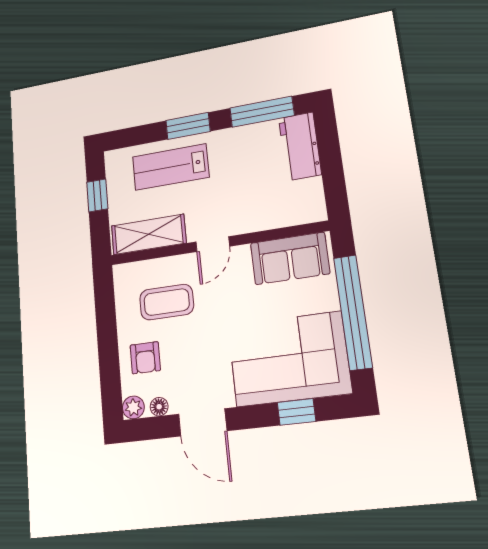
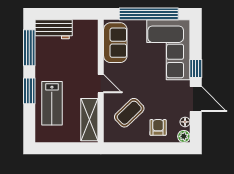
window: (97, 195) -> (61, 148), removed
coffee table: (167, 302) -> (129, 113), turned 46
armchair: (145, 358) -> (158, 127), turned -90
window: (296, 412) -> (196, 68), moved
door: (203, 422) -> (196, 99), hinge flipped

